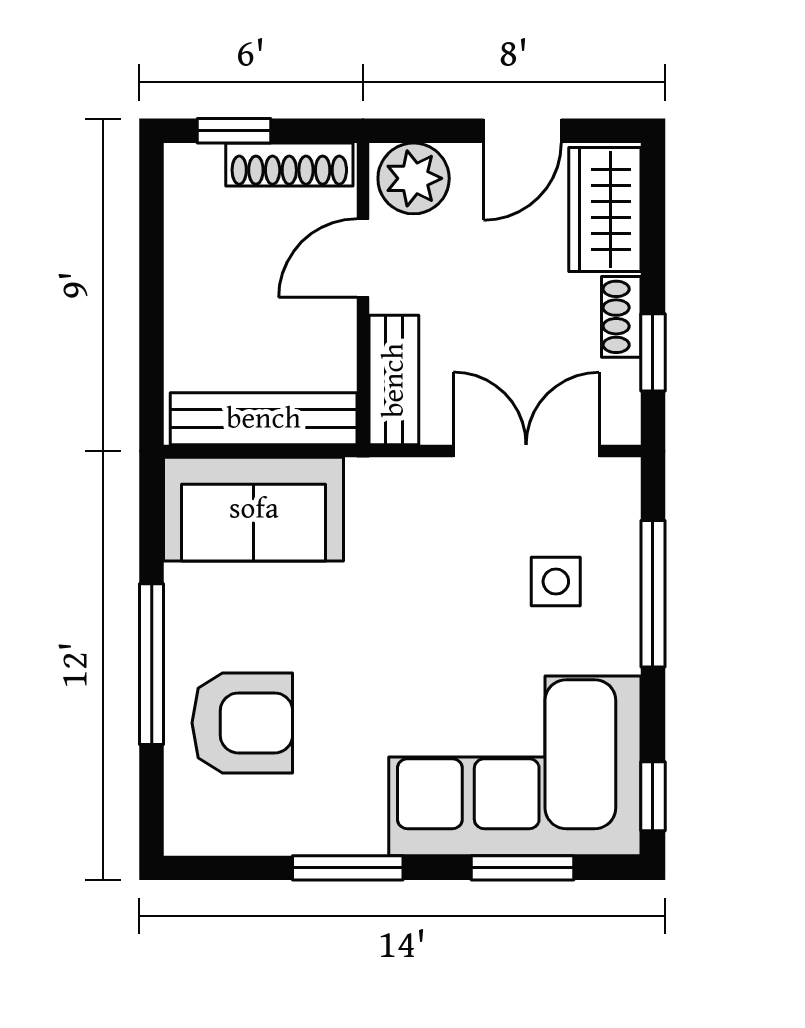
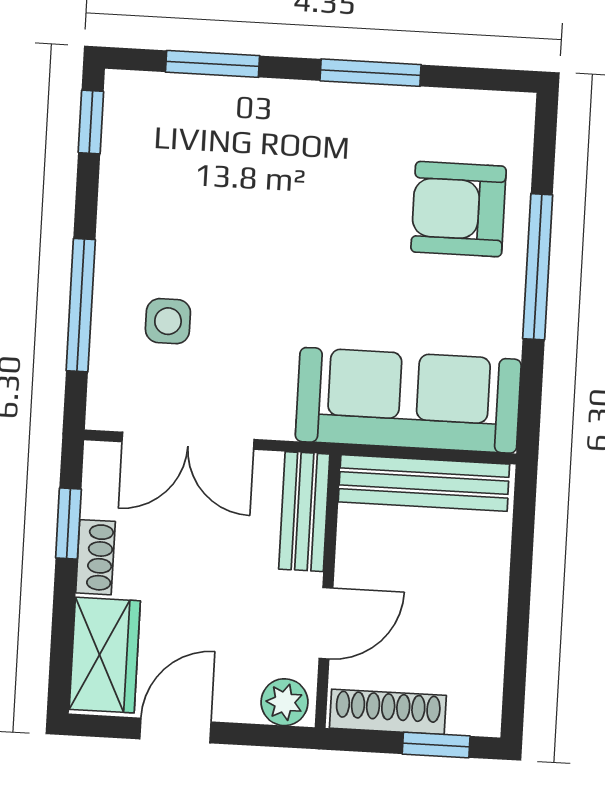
plant: (414, 178) -> (284, 702), width x0.73, depth x0.73
sofa: (254, 509) -> (408, 400), width x1.36
corner sofa: (515, 766) -> (214, 156), removed

